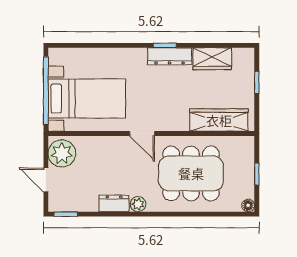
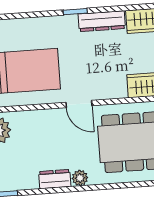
window: (165, 45) -> (75, 12), moved

